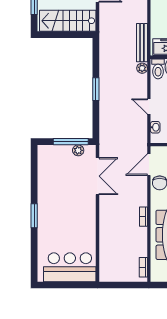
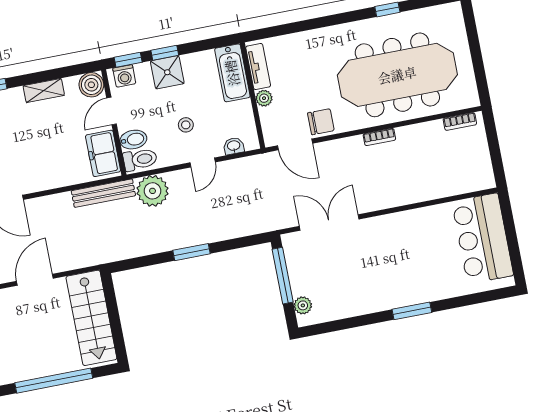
plant: (142, 68) -> (153, 191), width x1.87, depth x1.87
plant: (78, 150) -> (303, 305), moved

